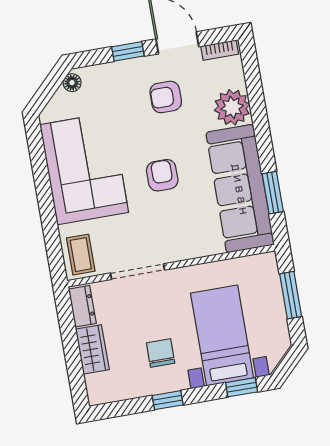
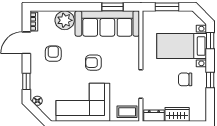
window: (128, 51) -> (26, 81), moved
armchair: (166, 97) -> (53, 54), turned 180

